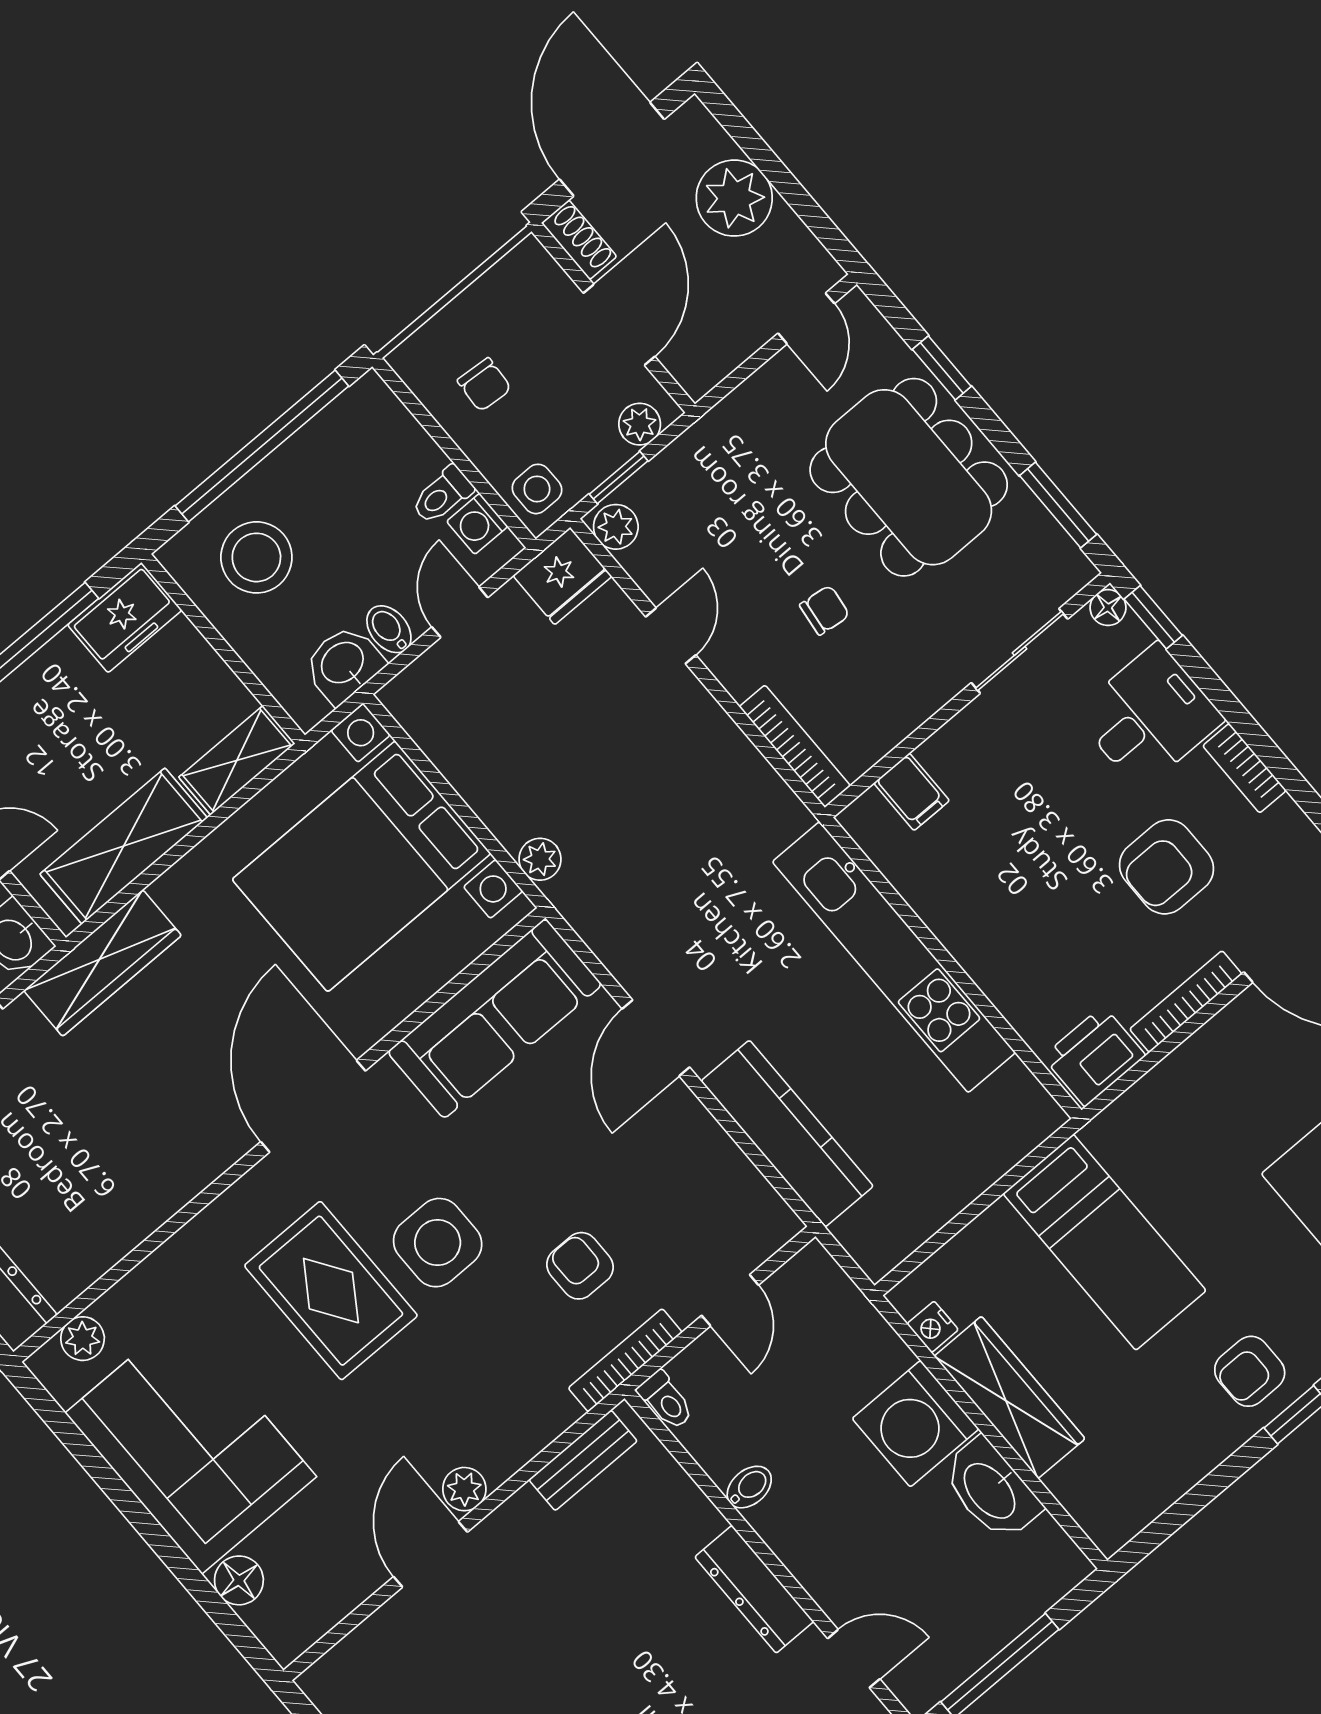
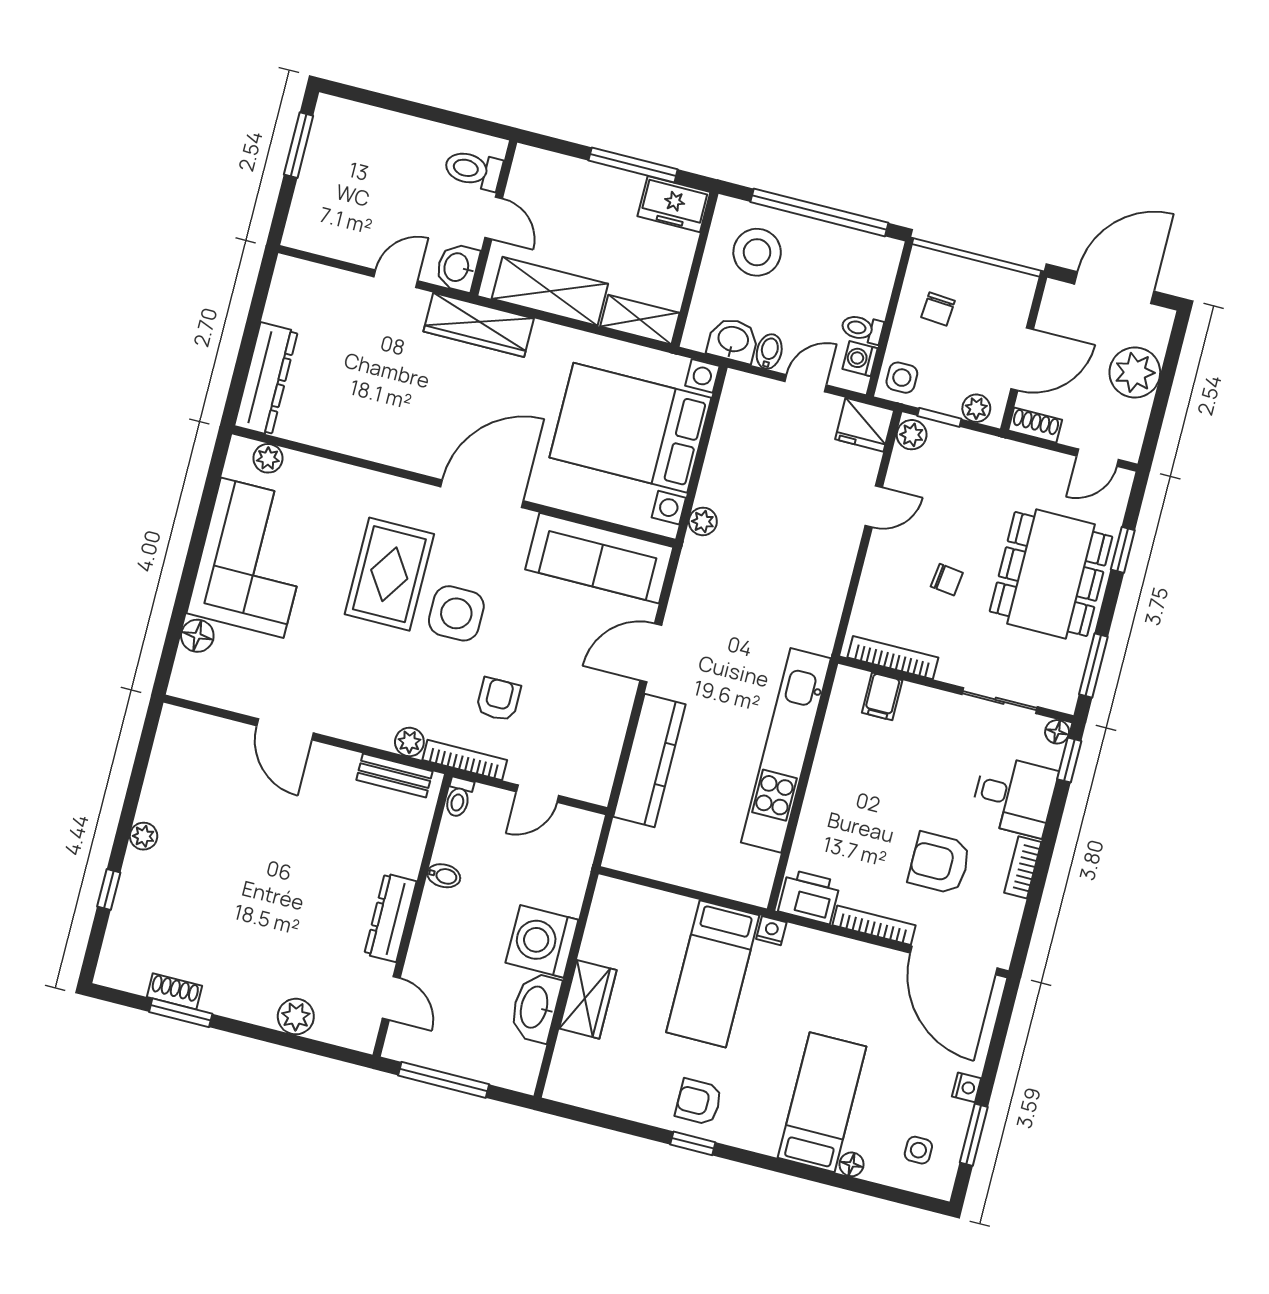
shoe rack: (579, 240) -> (1035, 425), moved, turned -90
bookcase: (795, 746) -> (893, 658), moved, turned -90
nightstand: (933, 1327) -> (771, 931), moved, turned 90
wardrobe: (1010, 1397) -> (588, 999), width x0.67
plant: (464, 1489) -> (409, 742), moved
door: (430, 1554) -> (285, 729), swing flipped

